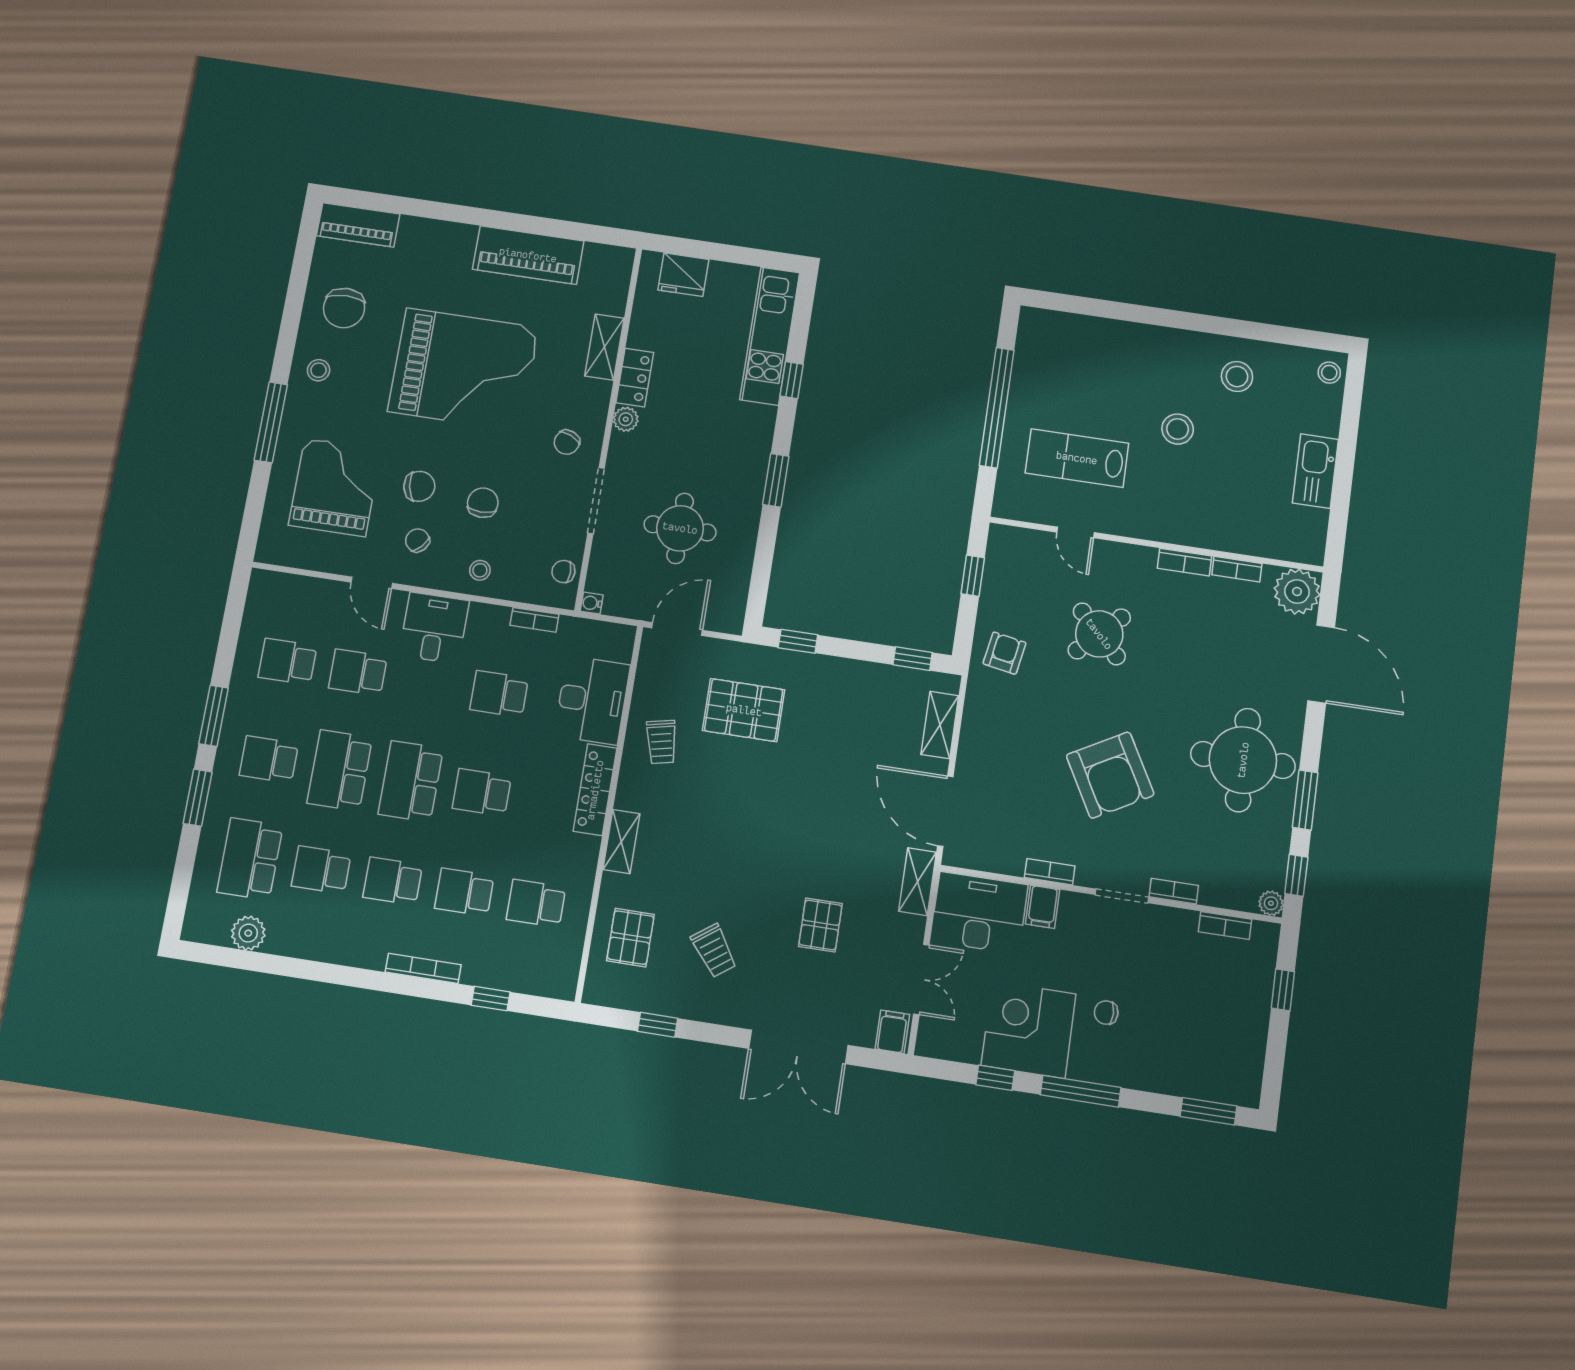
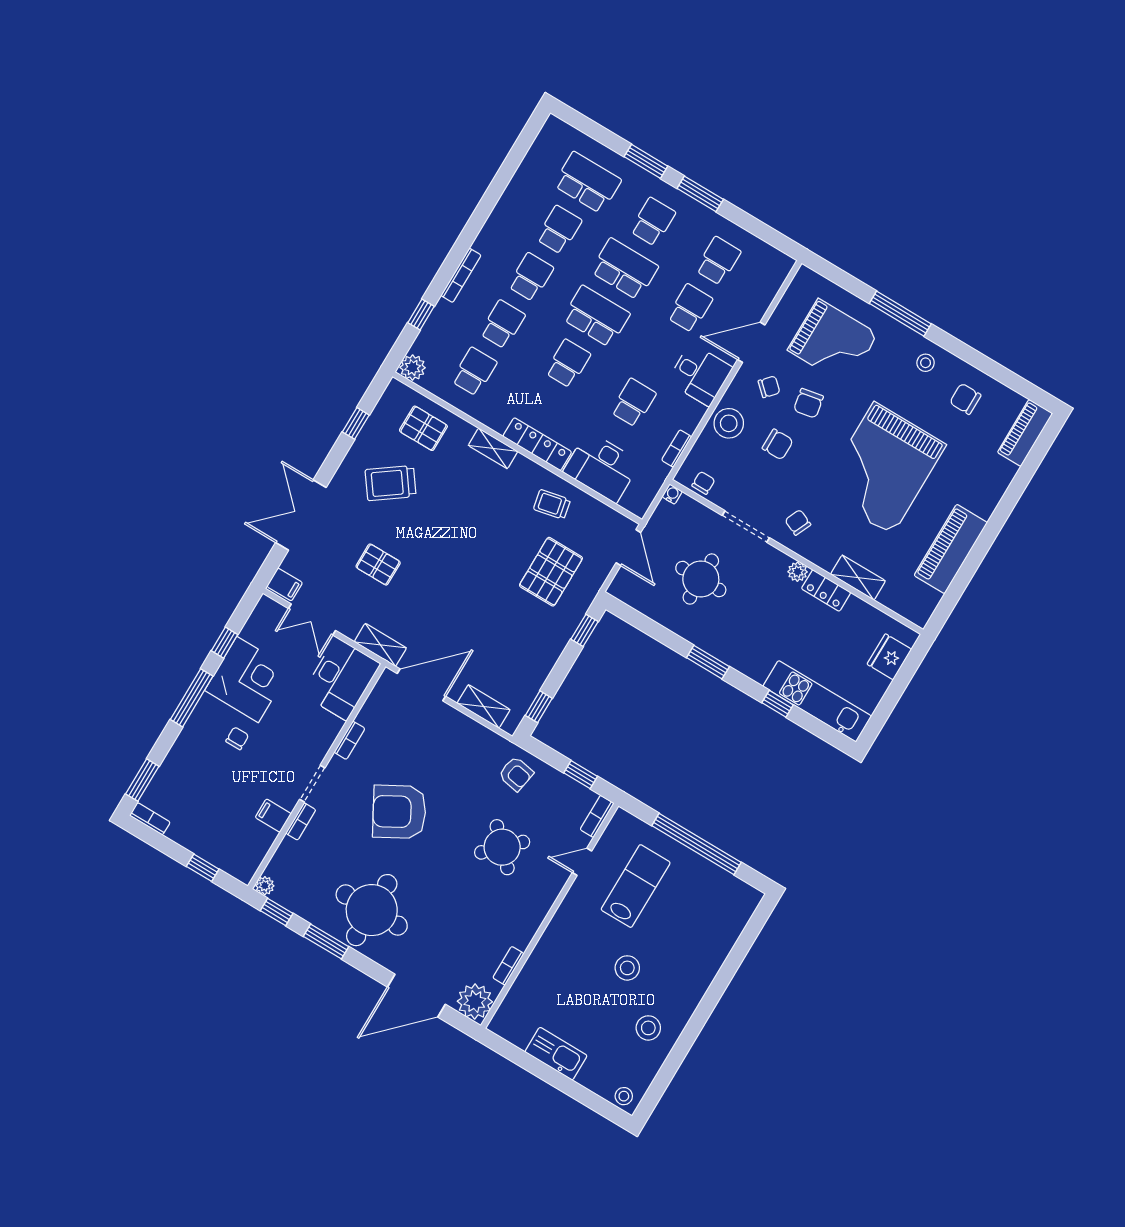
chair: (344, 308) -> (965, 399), width x0.73, depth x0.73
bookcase: (1185, 562) -> (597, 816), moved
stool: (480, 570) -> (729, 423), width x1.89, depth x1.89
door: (372, 583) -> (751, 342), width x1.38
filing cabinet: (1043, 907) -> (273, 816), moved
bookcase: (1225, 926) -> (150, 819), moved, turned 90
plant: (248, 933) -> (413, 368), moved
trolley: (714, 951) -> (391, 483), width x1.36, depth x1.39

